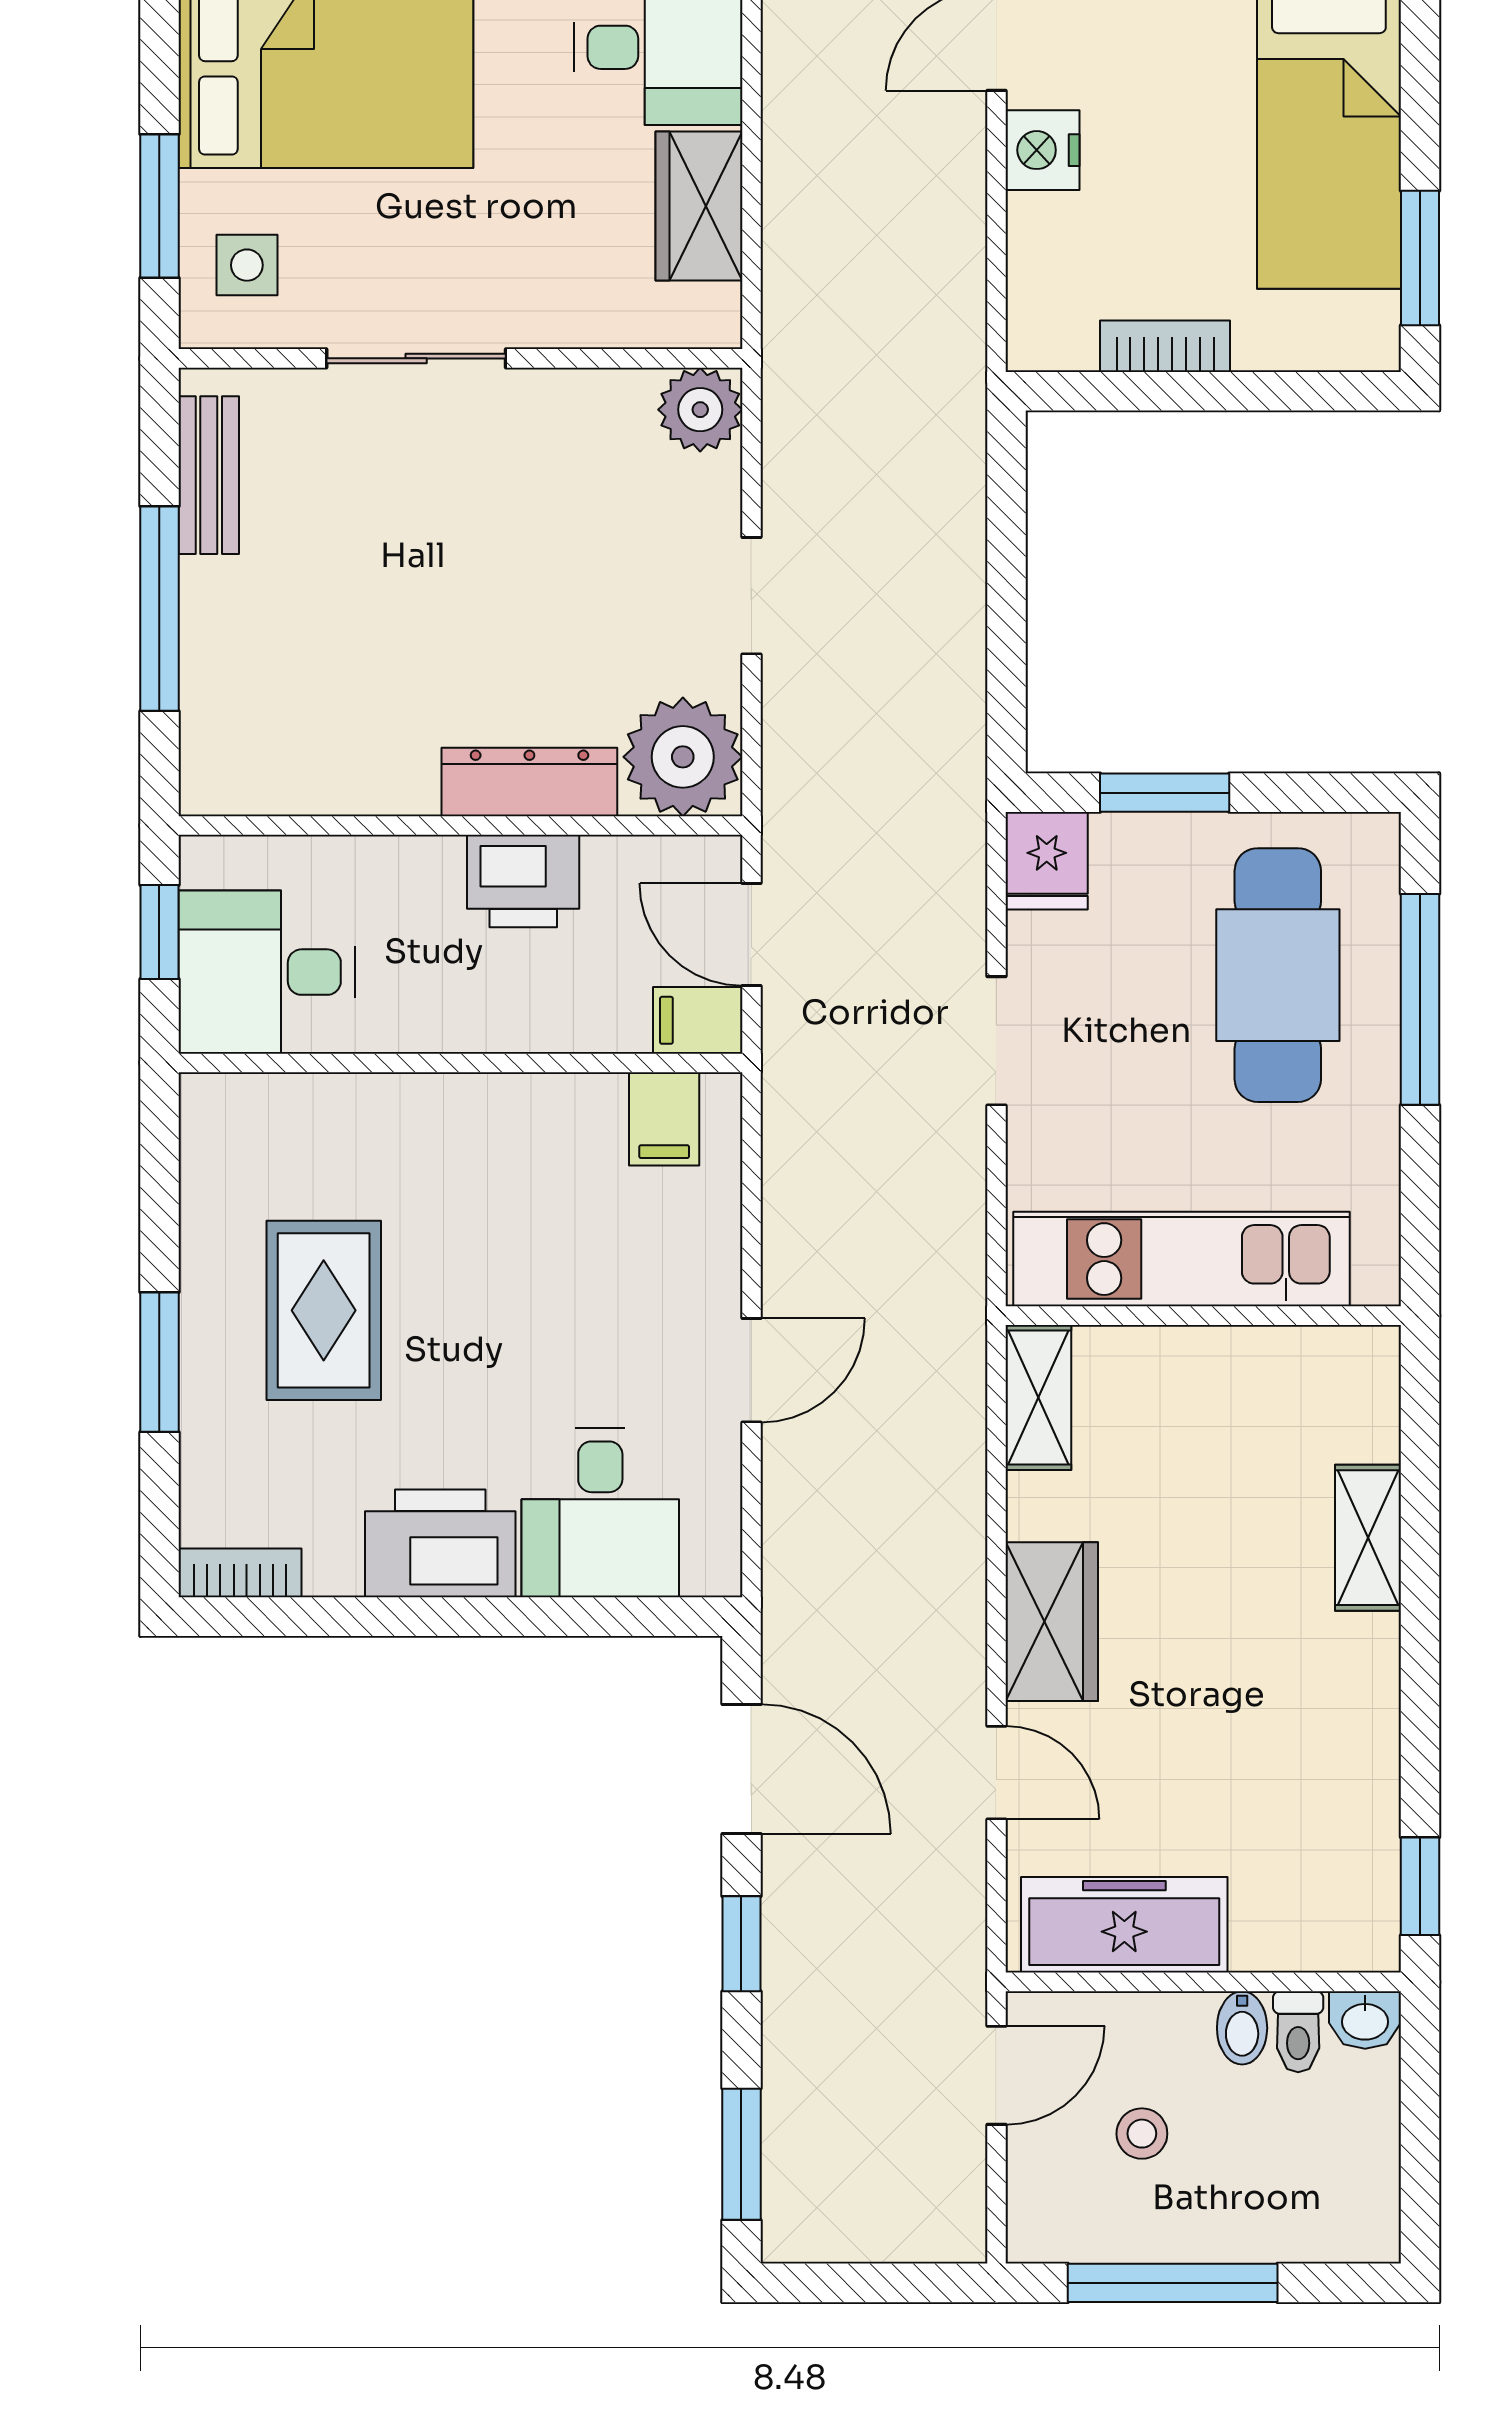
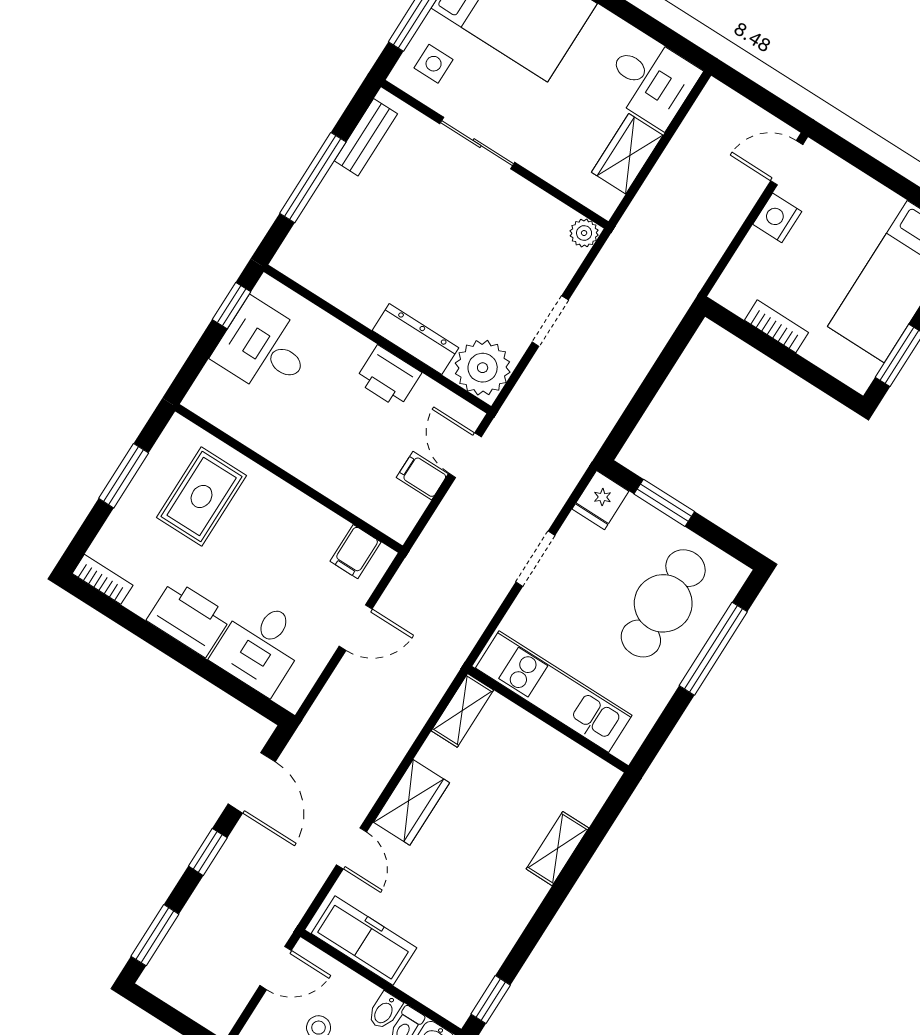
plant: (700, 410) -> (584, 233), width x0.73, depth x0.73
wall: (460, 1063) -> (289, 478), moved
filing cabinet: (664, 1119) -> (355, 552), moved

